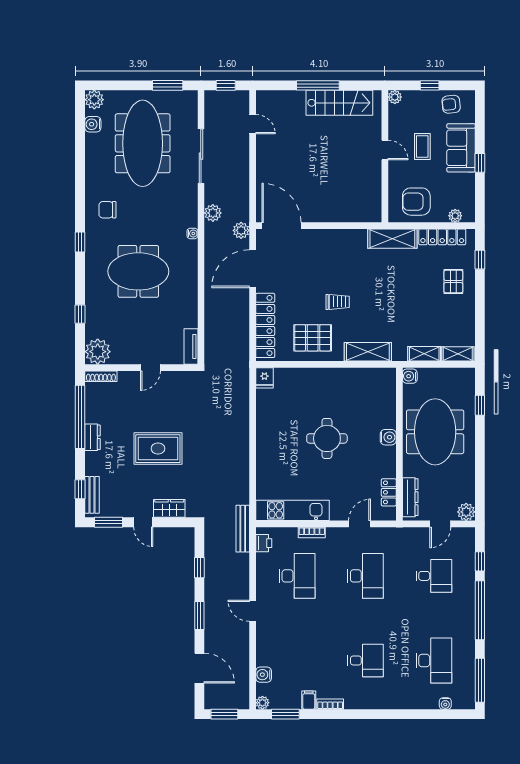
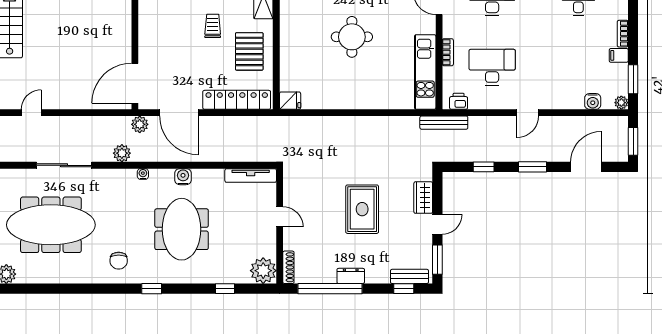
water cooler: (93, 124) -> (183, 177), moved, turned 180
tv unit: (191, 346) -> (251, 176), width x1.41

